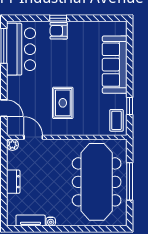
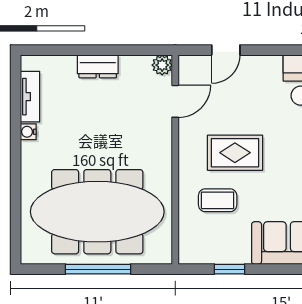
coffee table: (116, 120) -> (218, 200), moved

